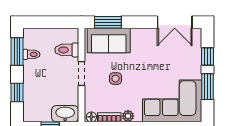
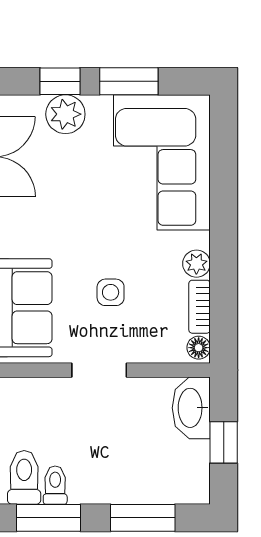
toilet: (67, 50) -> (24, 477), moved, turned 180
plant: (193, 59) -> (65, 114), added
window: (17, 93) -> (143, 518), width x1.50

